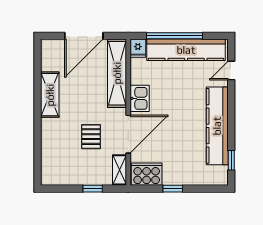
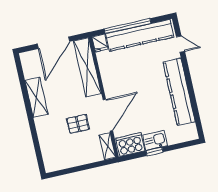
door: (231, 71) -> (180, 44), swing flipped
kitchen sink: (140, 98) -> (155, 140), moved, turned -90
pallet: (91, 137) -> (78, 124), turned 90
window: (231, 160) -> (197, 118), removed
window: (93, 189) -> (89, 166), removed

